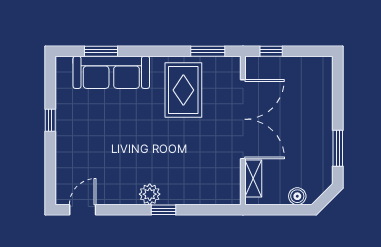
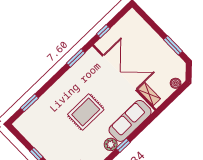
sofa: (111, 72) -> (130, 121), moved, turned 180
rug: (183, 90) -> (86, 112), moved, turned 90

